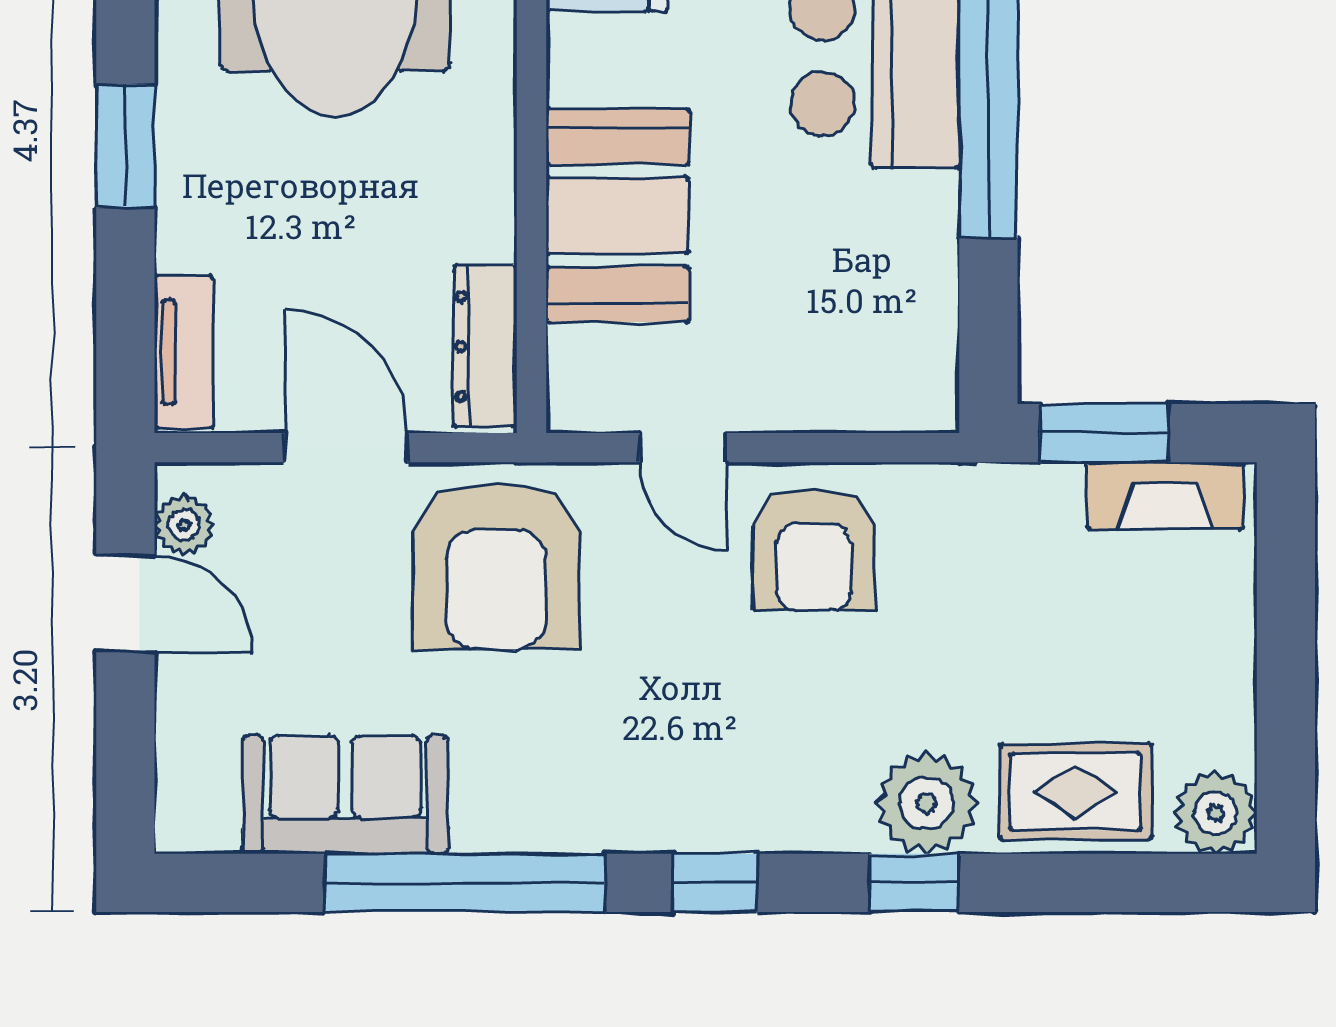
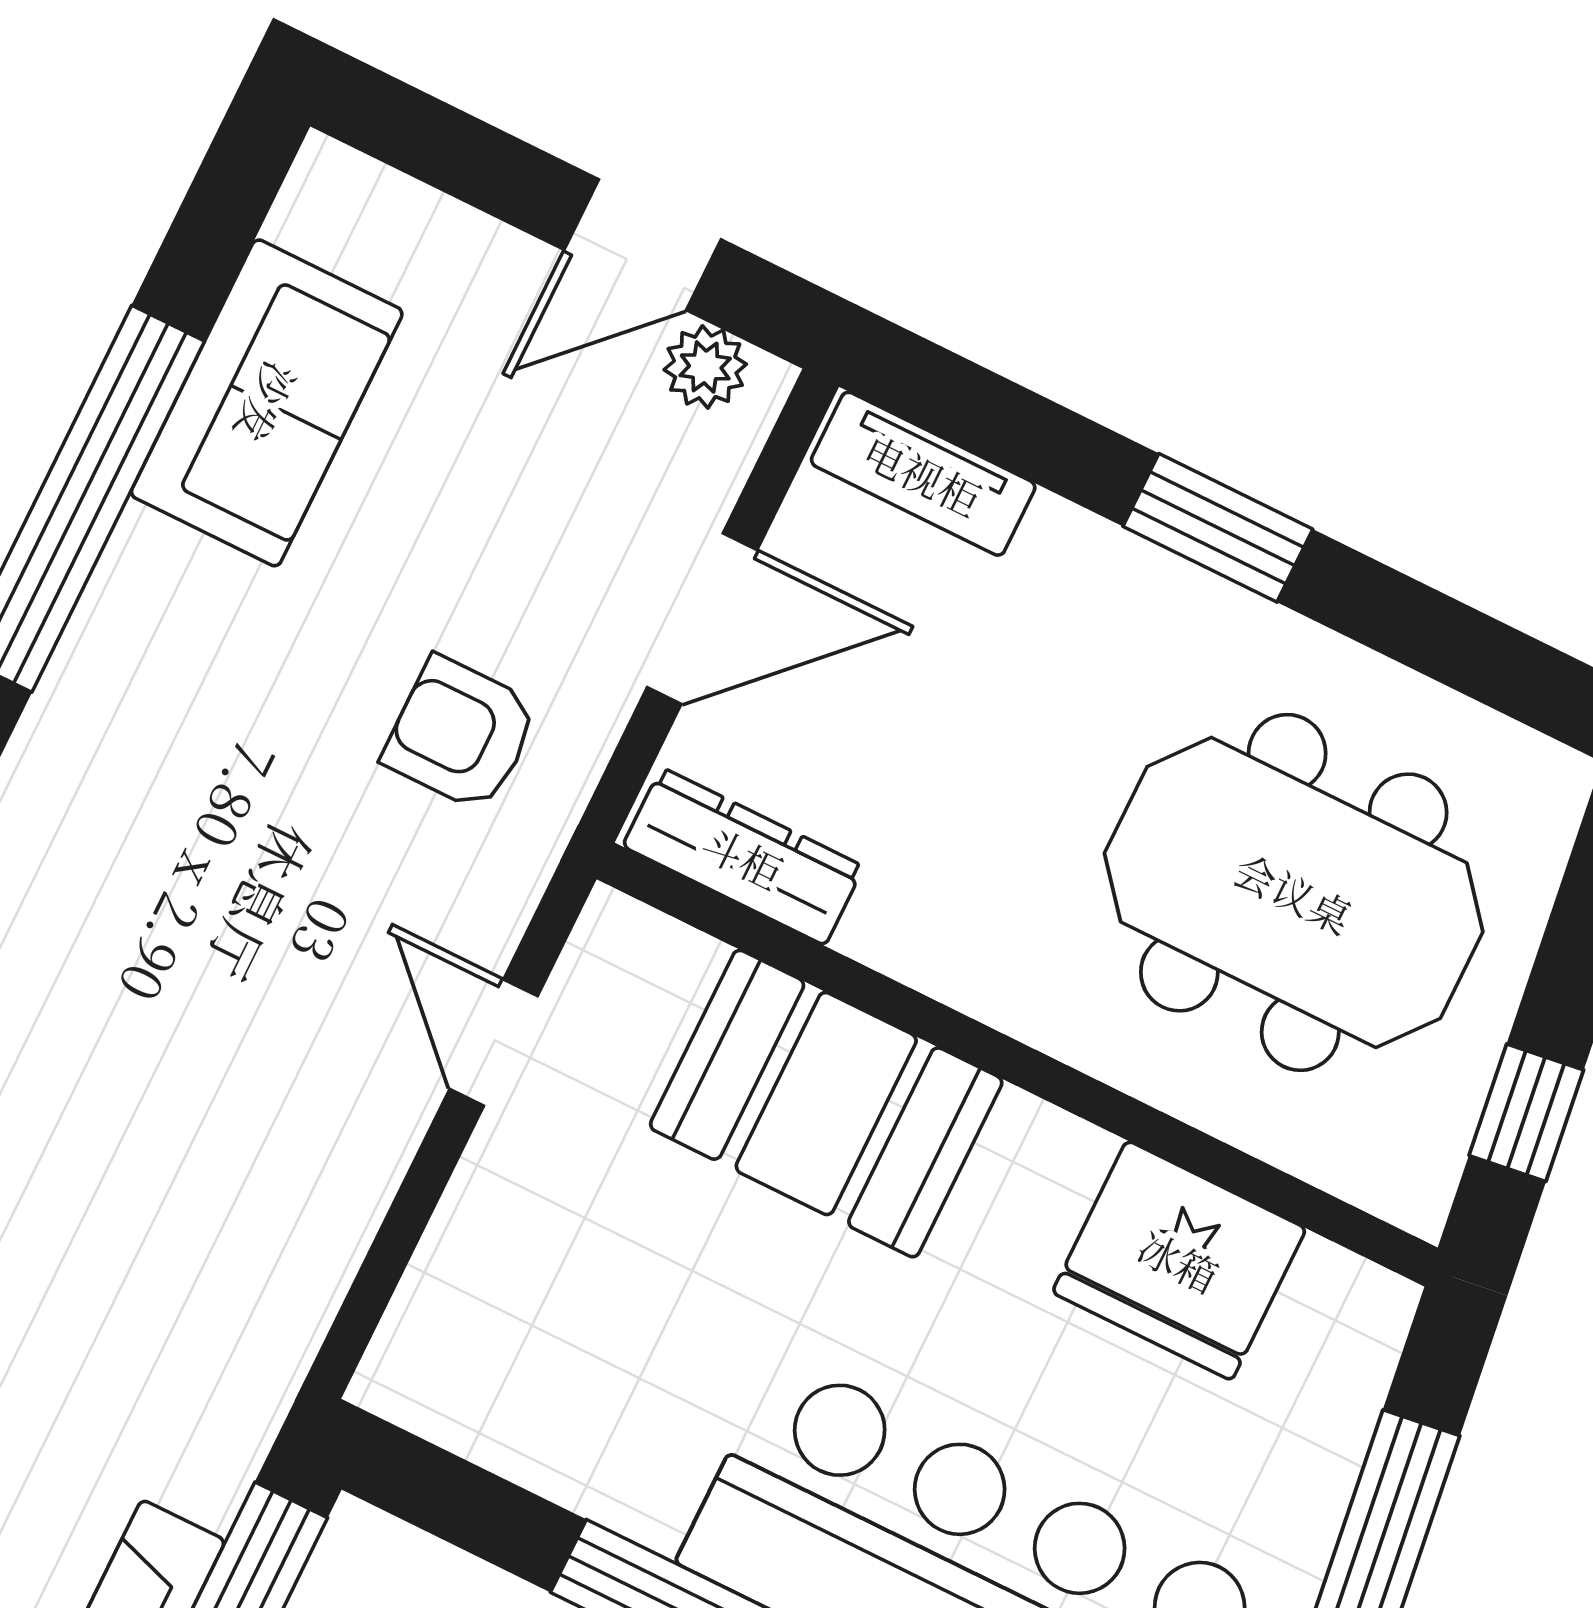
door: (683, 448) -> (494, 1043), hinge flipped
armchair: (814, 549) -> (285, 1144), removed
armchair: (496, 566) -> (461, 734), width x0.53, depth x0.53

